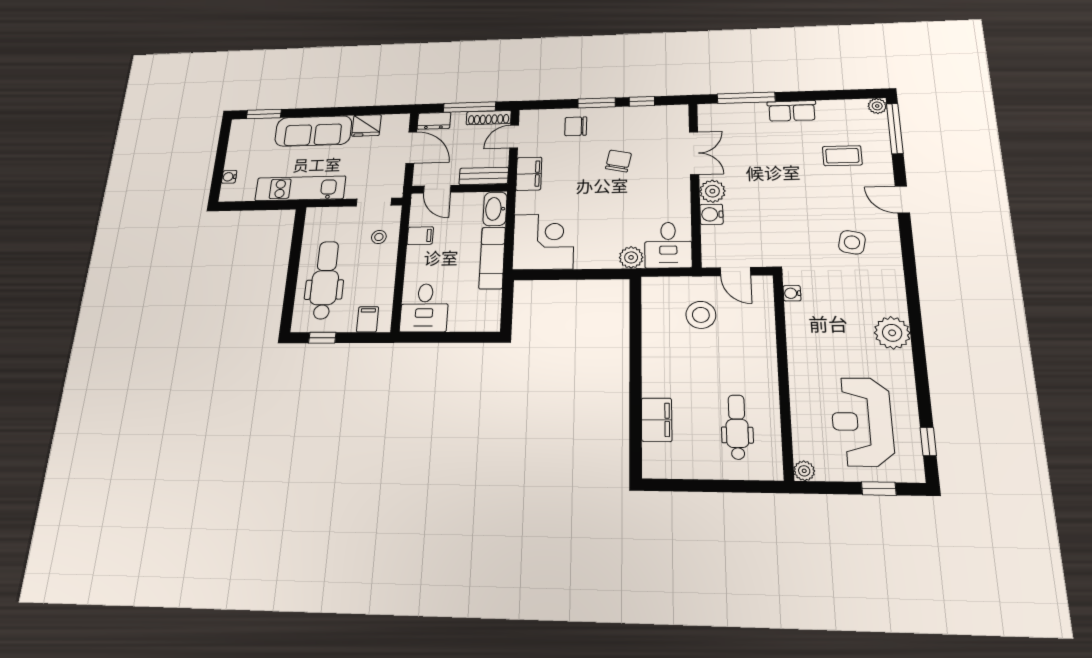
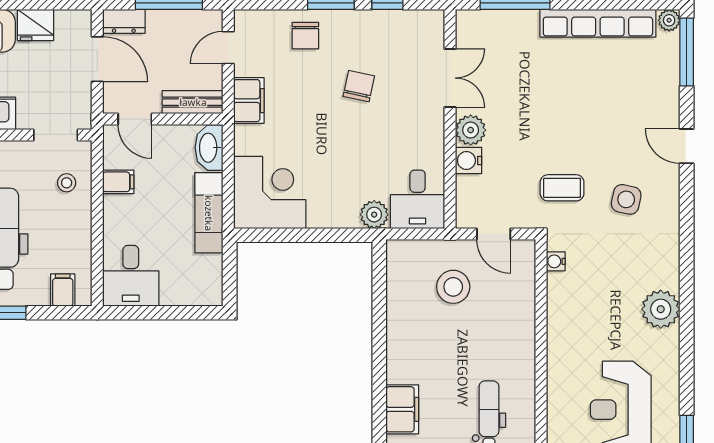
row of seats: (792, 111) -> (598, 23), width x2.02
shoe rack: (489, 118) -> (194, 19), removed
chair: (576, 126) -> (305, 36), turned -90
coffee table: (842, 156) -> (562, 188), moved

